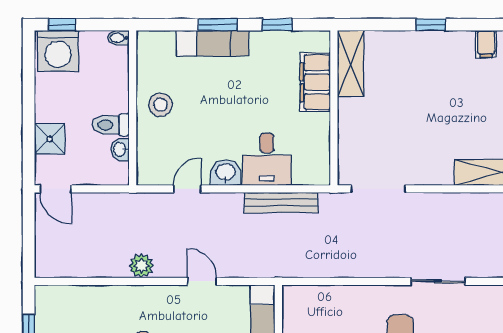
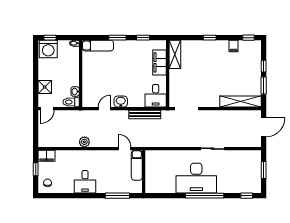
exam couch: (213, 43) -> (98, 46), moved
stool: (160, 105) -> (93, 72), removed
toilet: (111, 125) -> (71, 102), moved
desk: (267, 159) -> (156, 96), moved
door: (56, 189) -> (47, 109), hinge flipped
door: (202, 281) -> (125, 149), moved
filing cabinet: (54, 298) -> (47, 156), added

